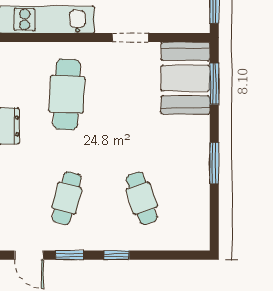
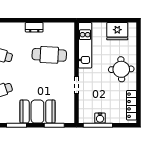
booth: (185, 78) -> (37, 112), moved

